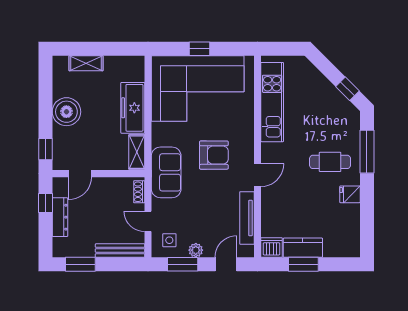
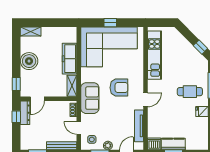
shelving: (86, 63) -> (31, 31), moved
dresser: (60, 217) -> (25, 113), moved

